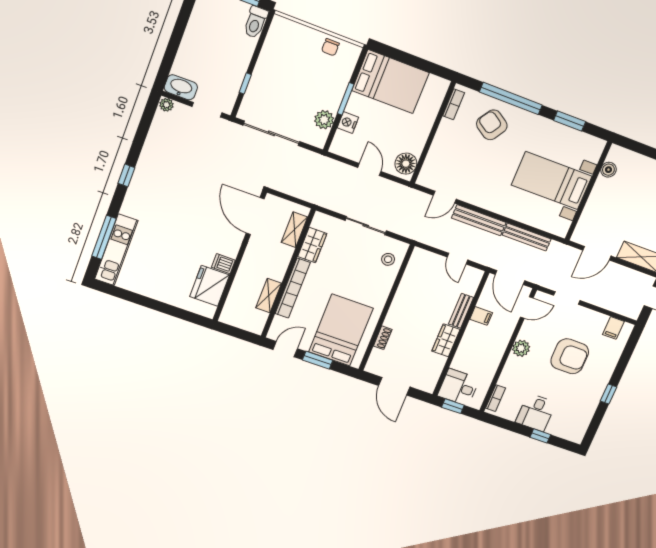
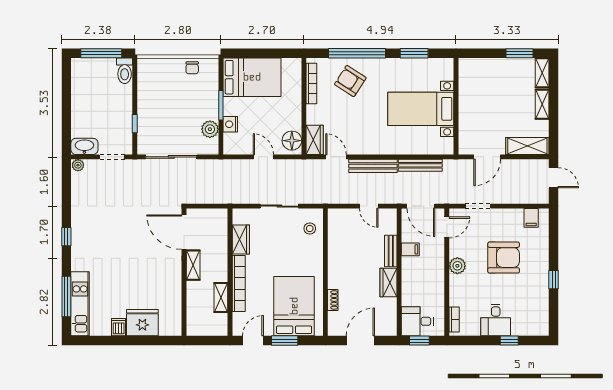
bookcase: (454, 104) -> (311, 83), width x1.56
boiler: (608, 170) -> (465, 81), removed
wardrobe: (430, 172) -> (315, 140), added
door: (445, 197) -> (336, 157), swing flipped
shelving: (294, 230) -> (193, 265), moved
dishwasher: (223, 264) -> (119, 327), moved, turned 90
fridge: (210, 286) -> (142, 323), moved, turned 90
door: (394, 386) -> (360, 341), swing flipped

